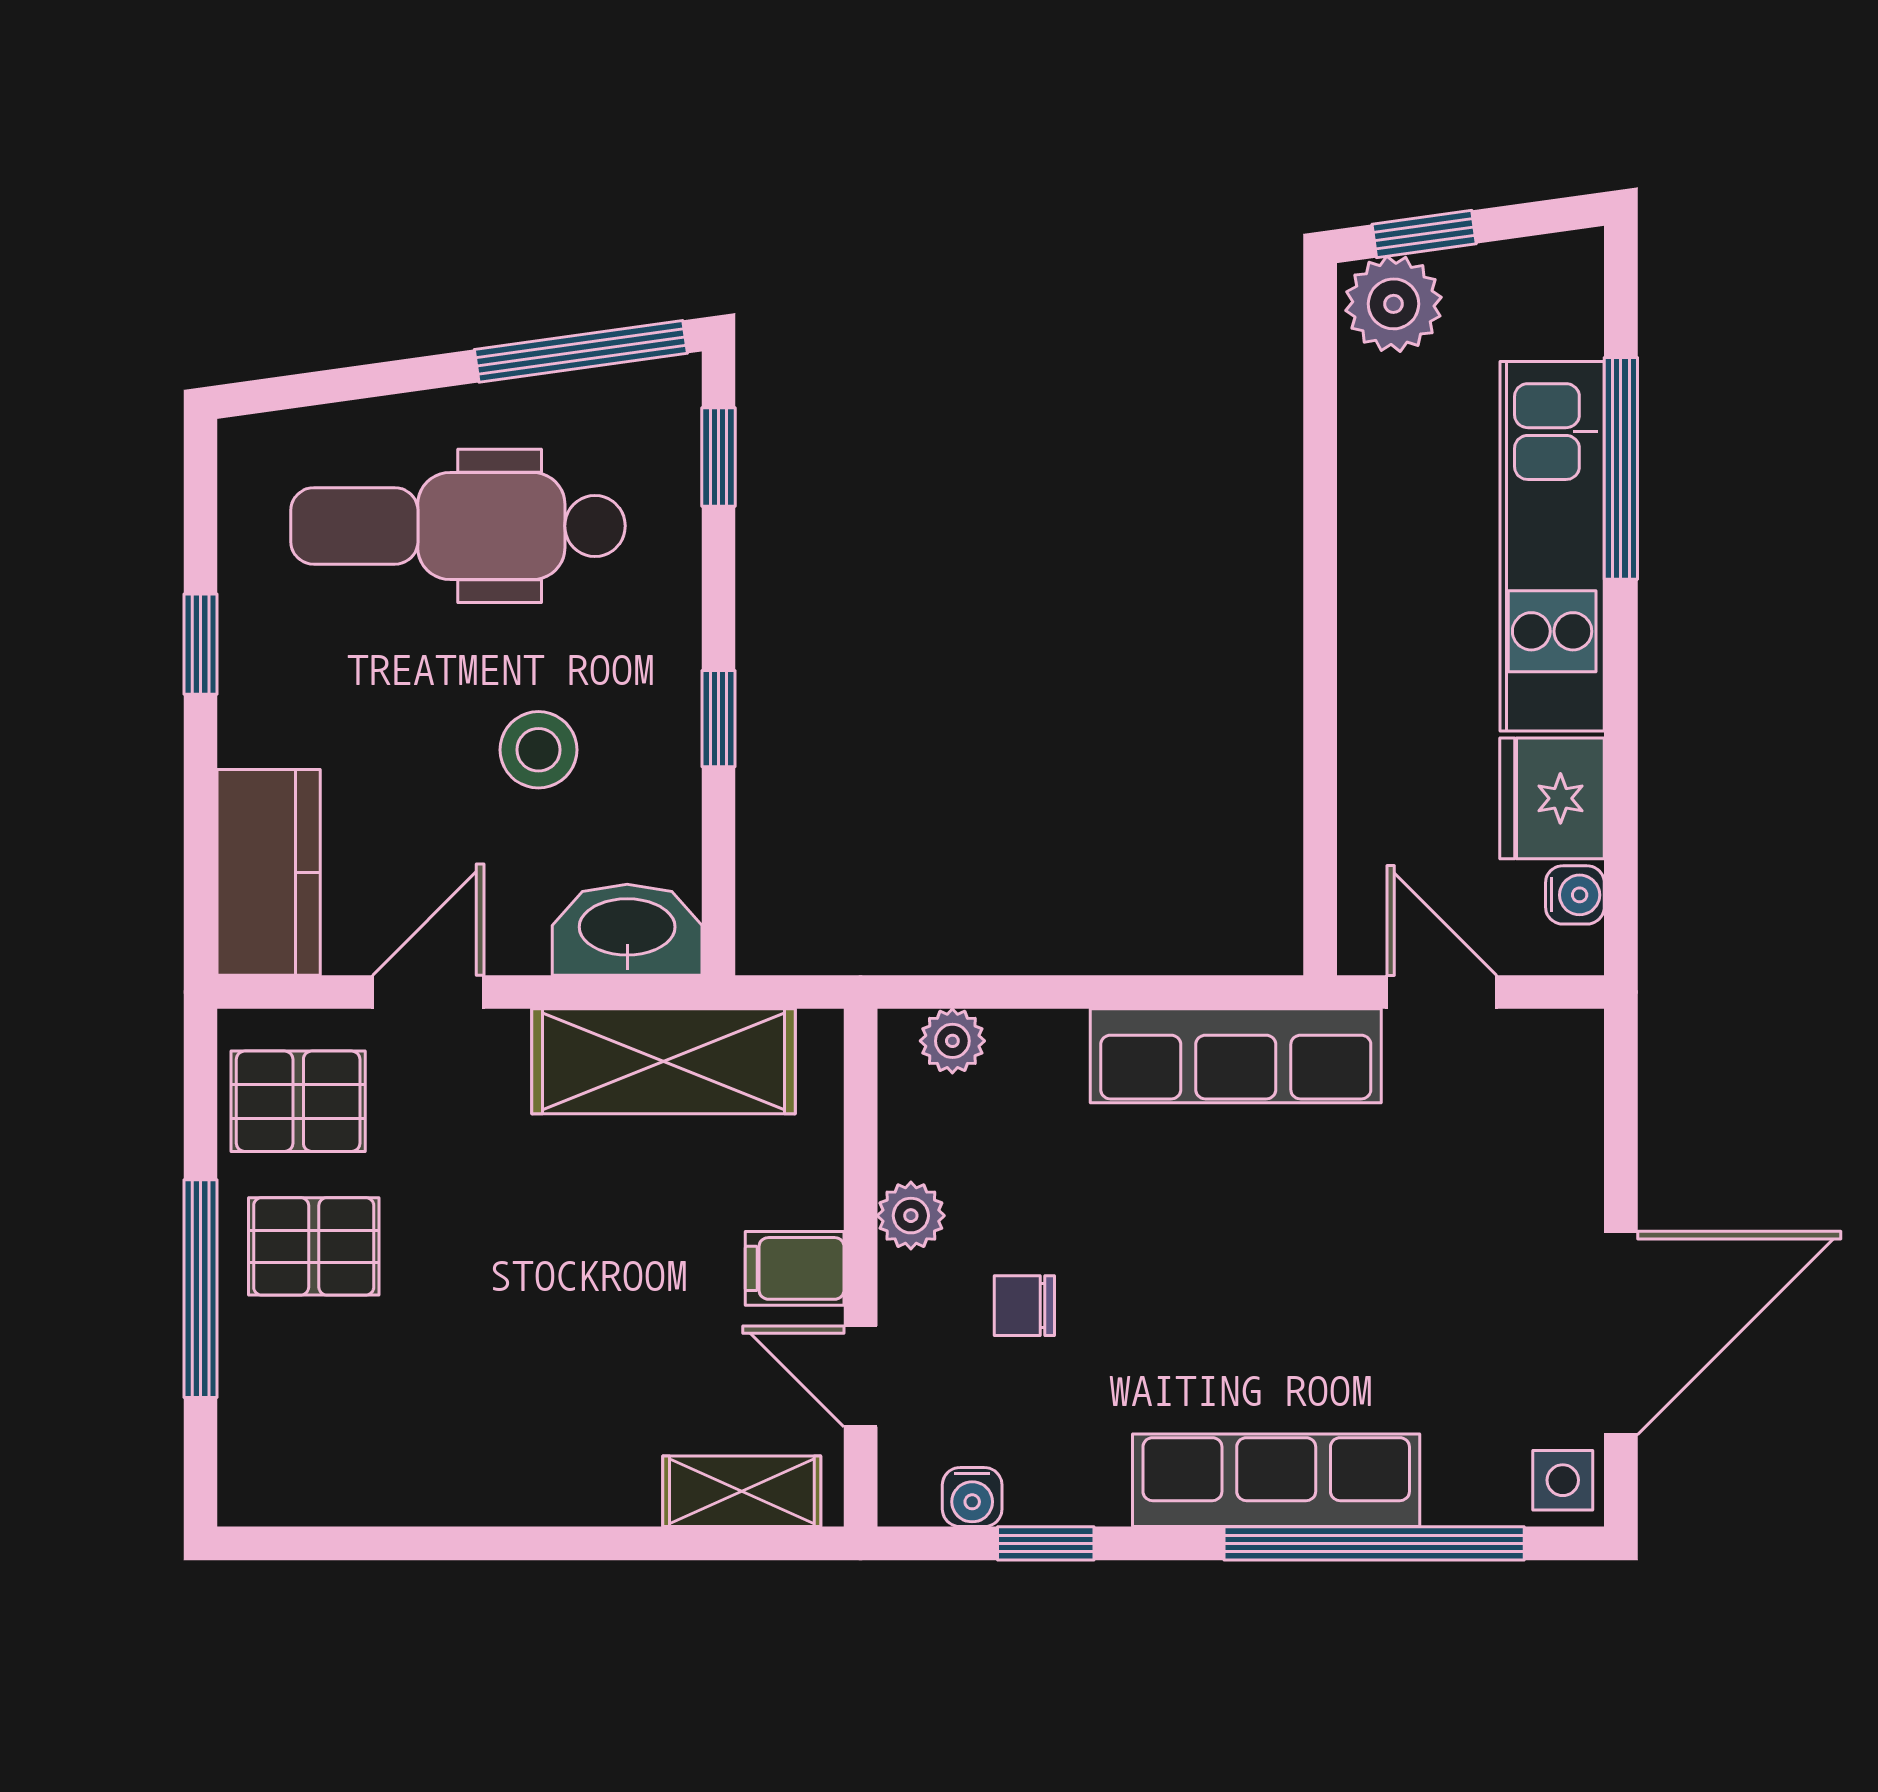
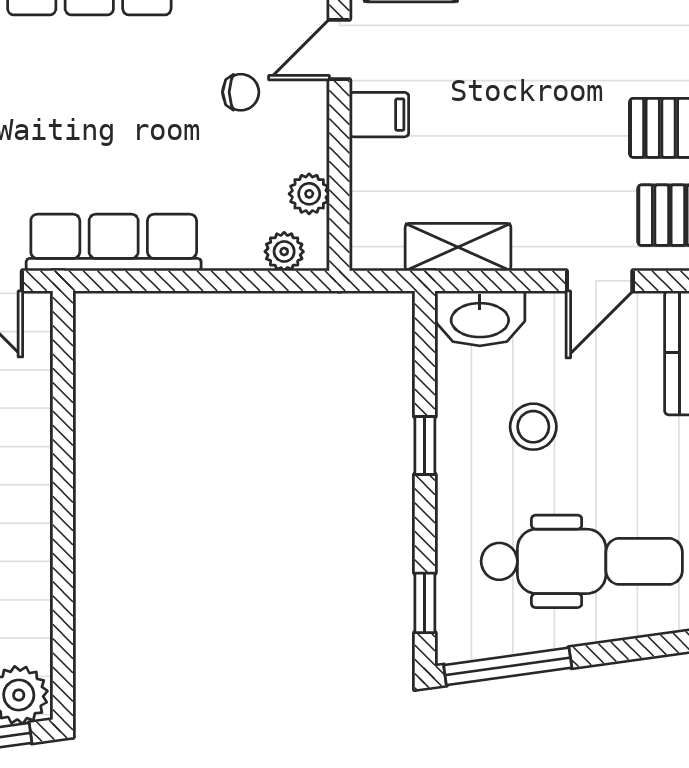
shelving: (664, 1061) -> (458, 247), width x0.67, depth x0.75
plant: (911, 1216) -> (309, 194), moved
door: (861, 1376) -> (339, 50), swing flipped

